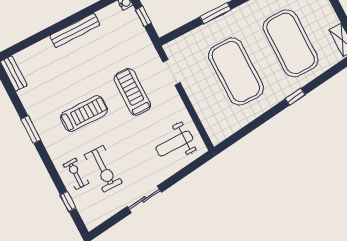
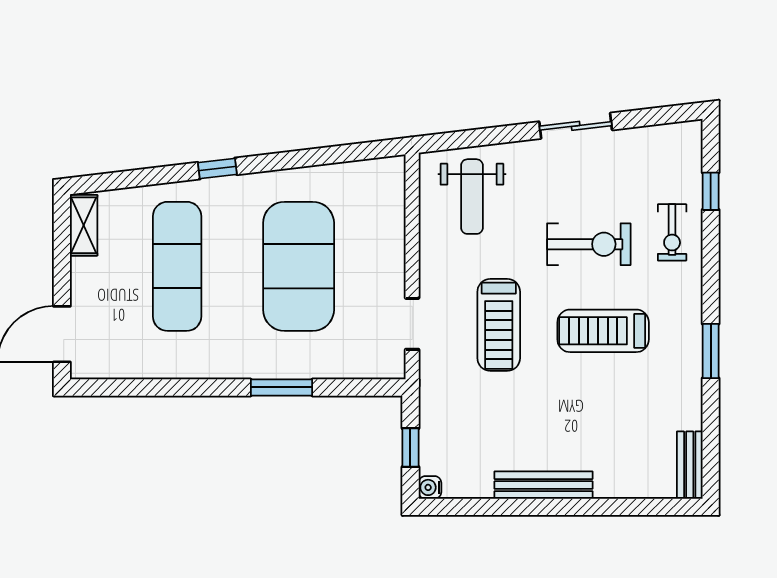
exercise mat: (291, 43) -> (177, 266), width x0.68
weight bench: (174, 143) -> (472, 197), turned 90
exercise bike: (103, 169) -> (589, 244), moved, turned 90

